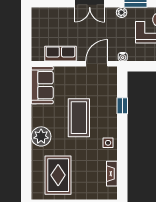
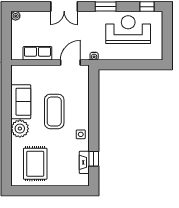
plant: (122, 13) -> (16, 16), moved
sofa: (42, 85) -> (21, 102), moved
window: (122, 106) -> (94, 159), moved

